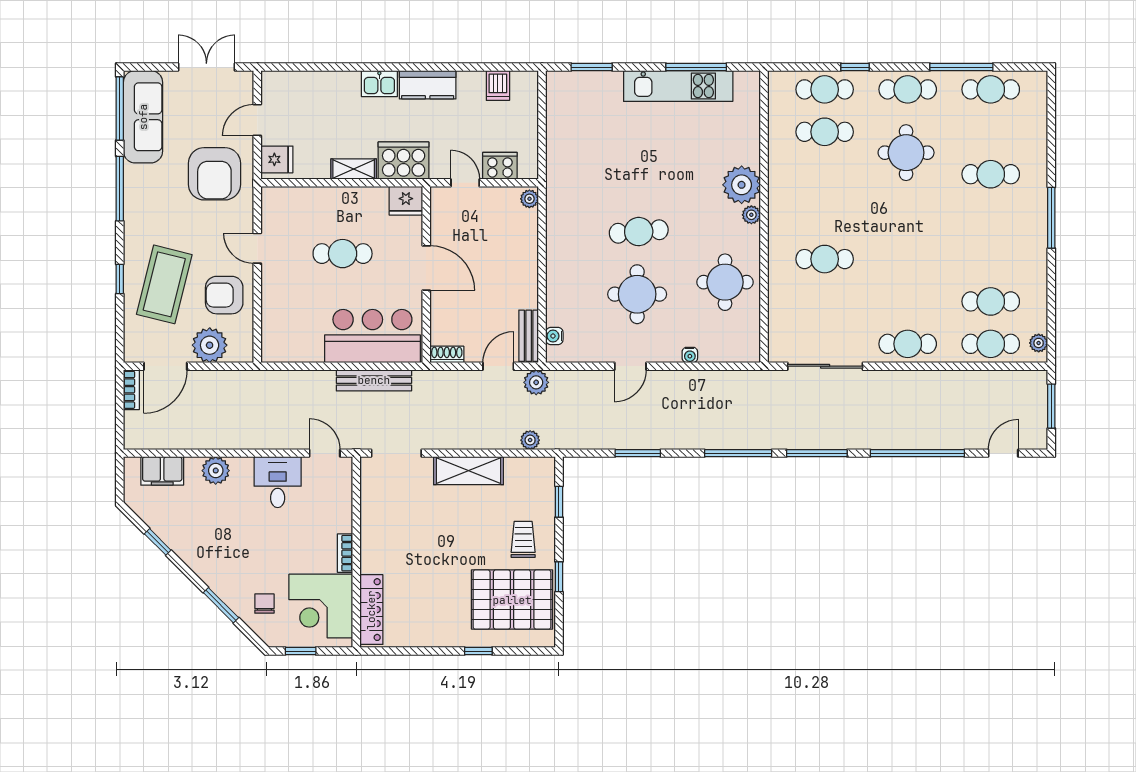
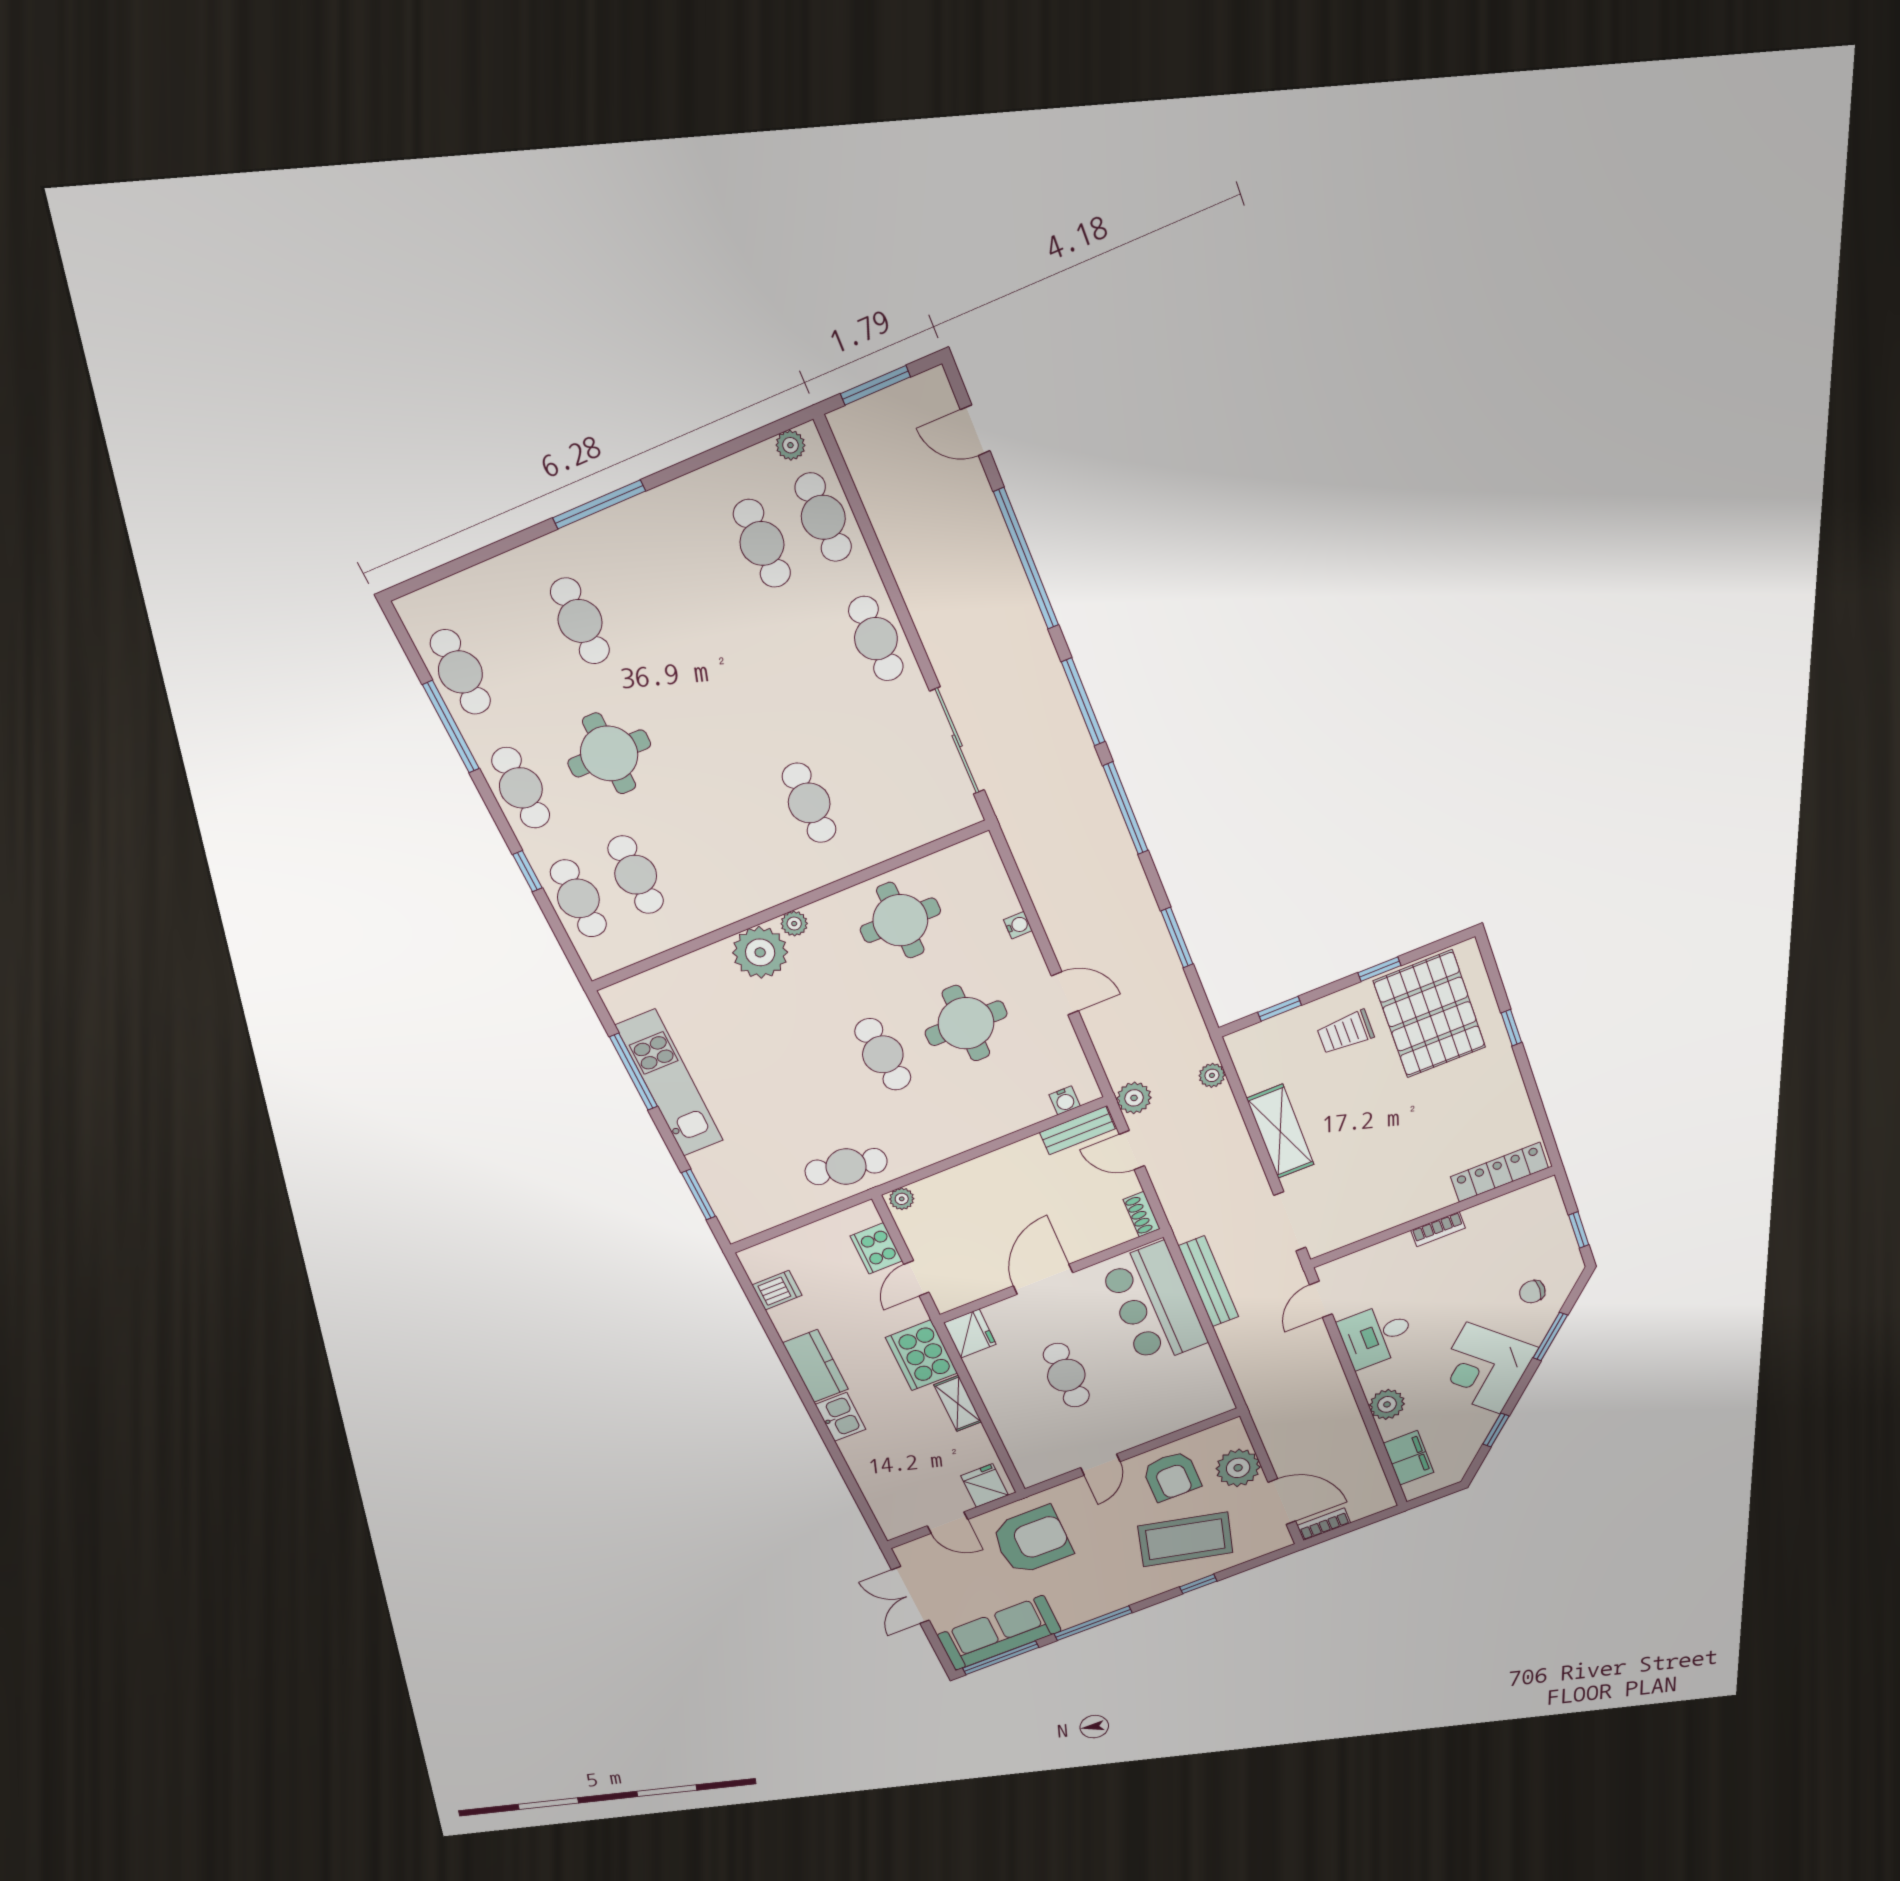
cafe table: (569, 173) -> (846, 1167), added
corner desk: (321, 606) -> (1484, 1368), moved, turned 135

